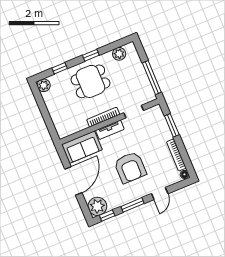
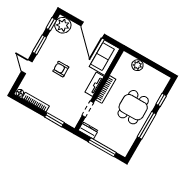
plant: (119, 54) -> (128, 141), removed
window: (91, 55) -> (147, 125), width x2.17
window: (152, 78) -> (102, 147), moved
plant: (44, 85) -> (137, 65), moved
dresser: (148, 92) -> (88, 130), added
armchair: (130, 167) -> (61, 69), width x0.53, depth x0.53

